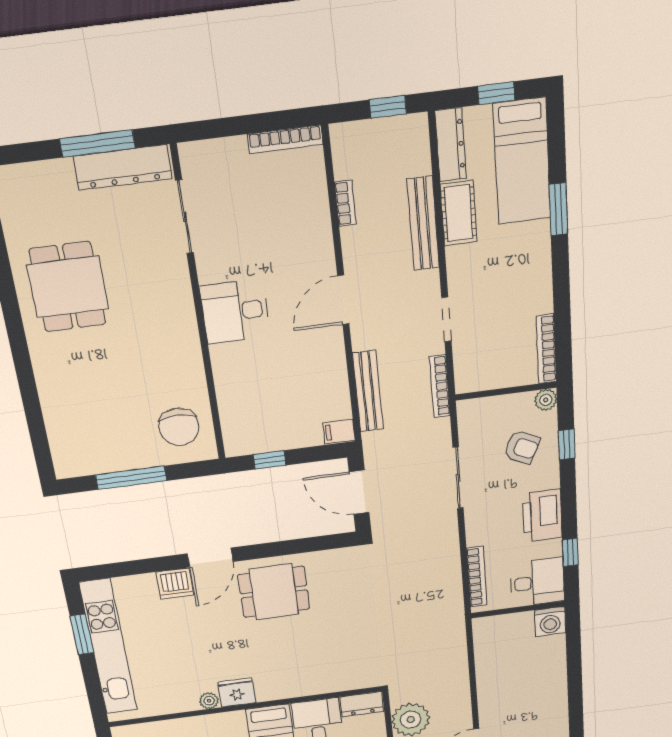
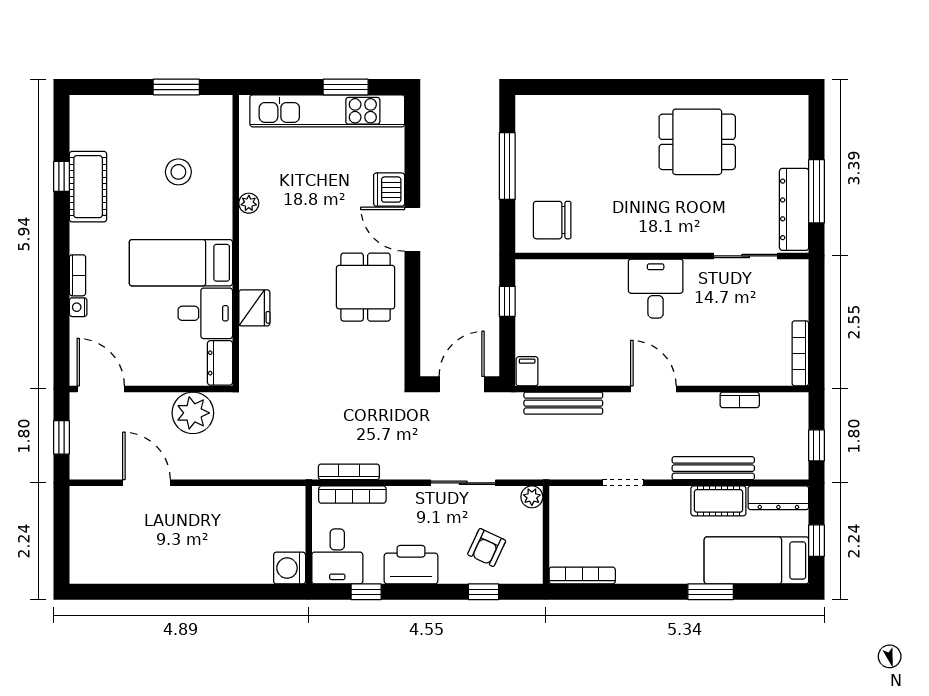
bookcase: (440, 386) -> (349, 472), moved
plant: (546, 400) -> (532, 497), moved
fridge: (237, 692) -> (254, 308), moved

